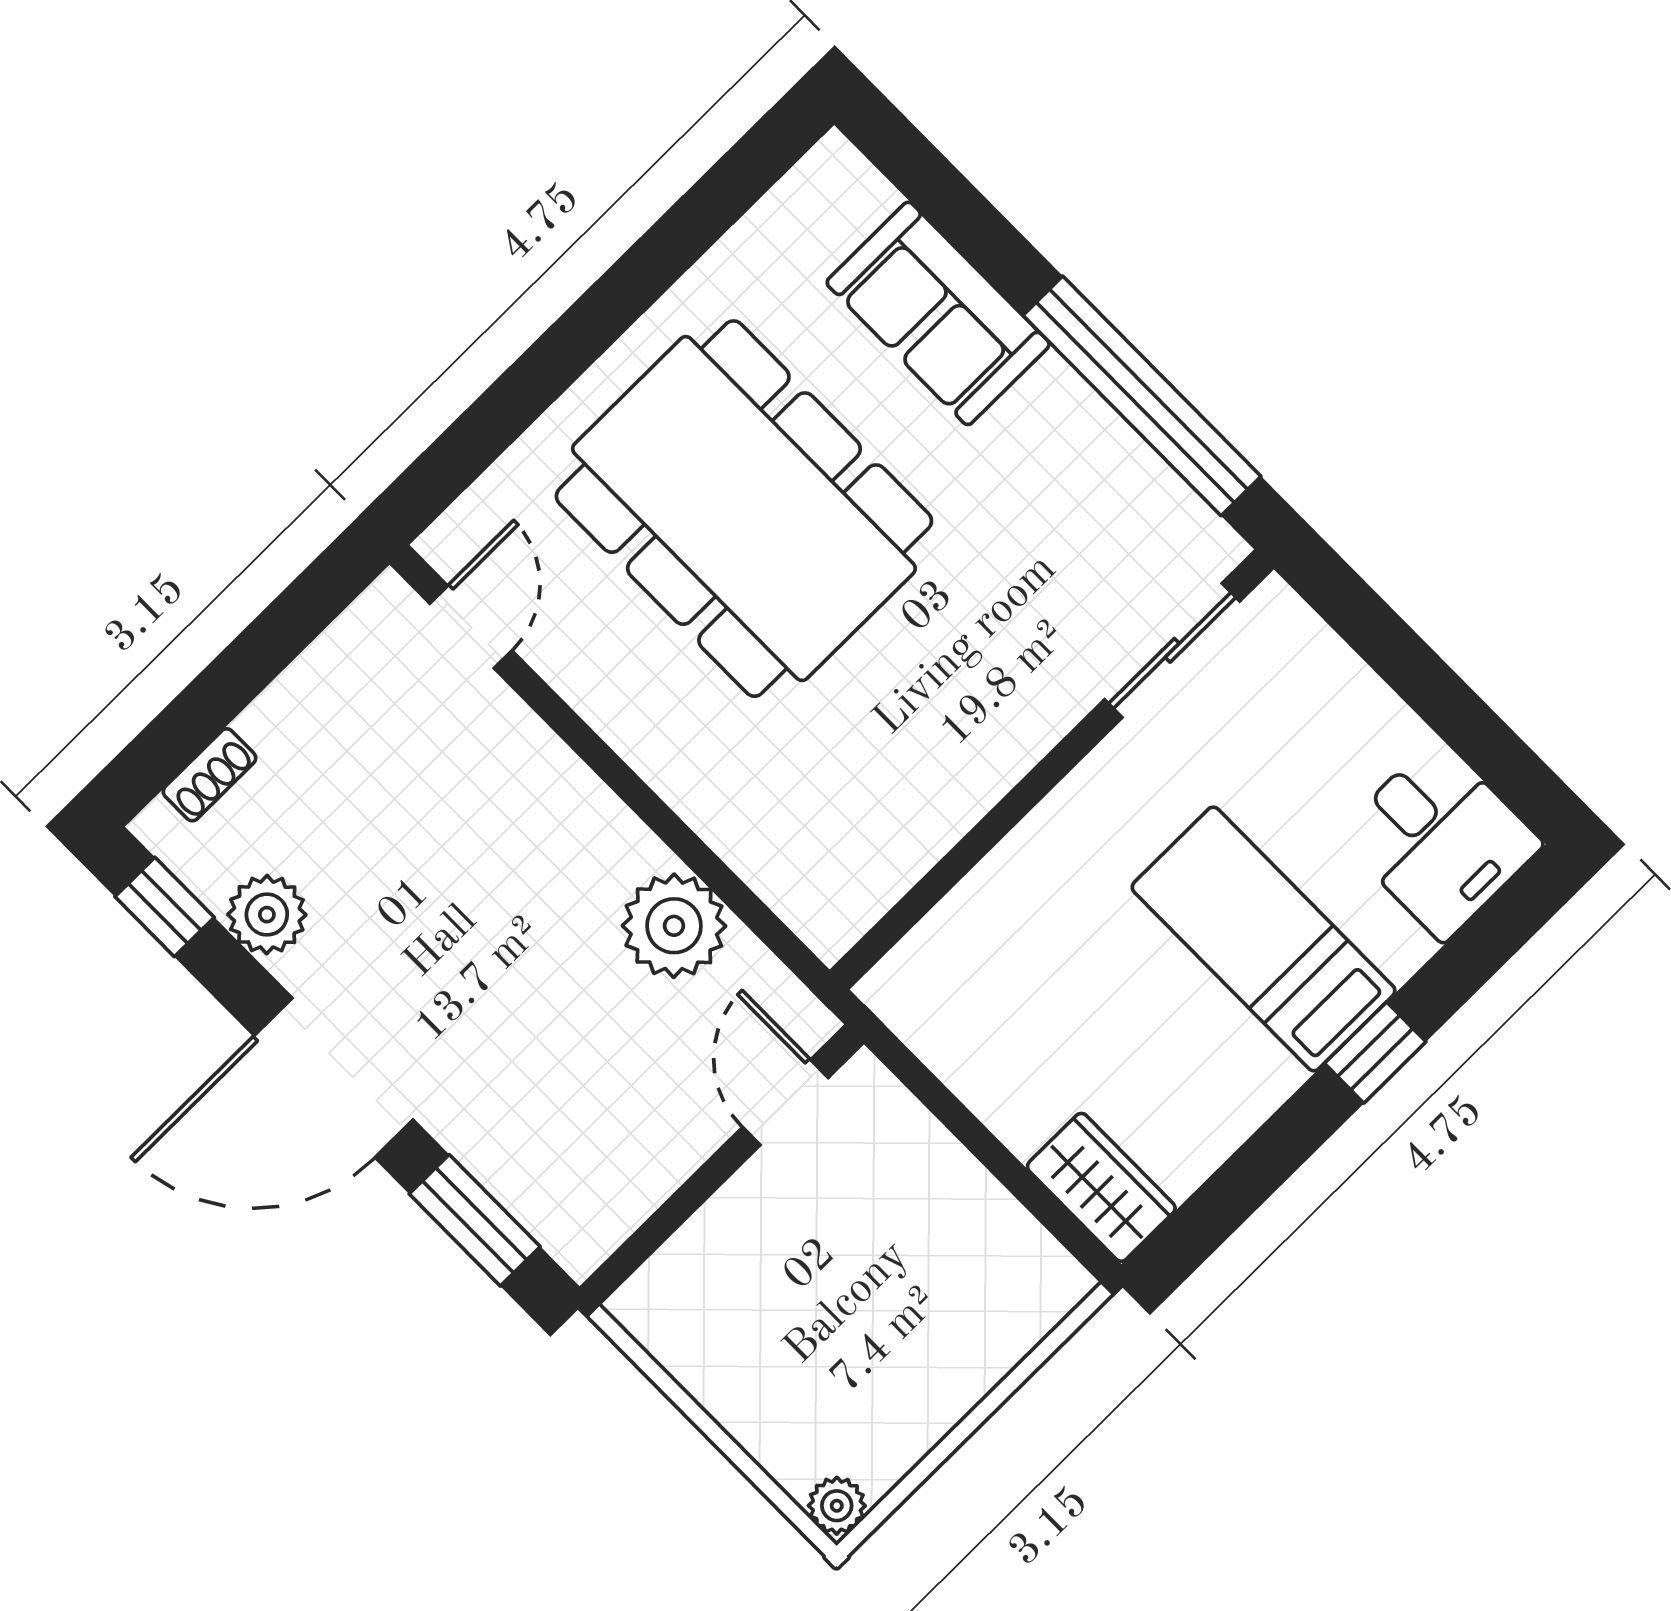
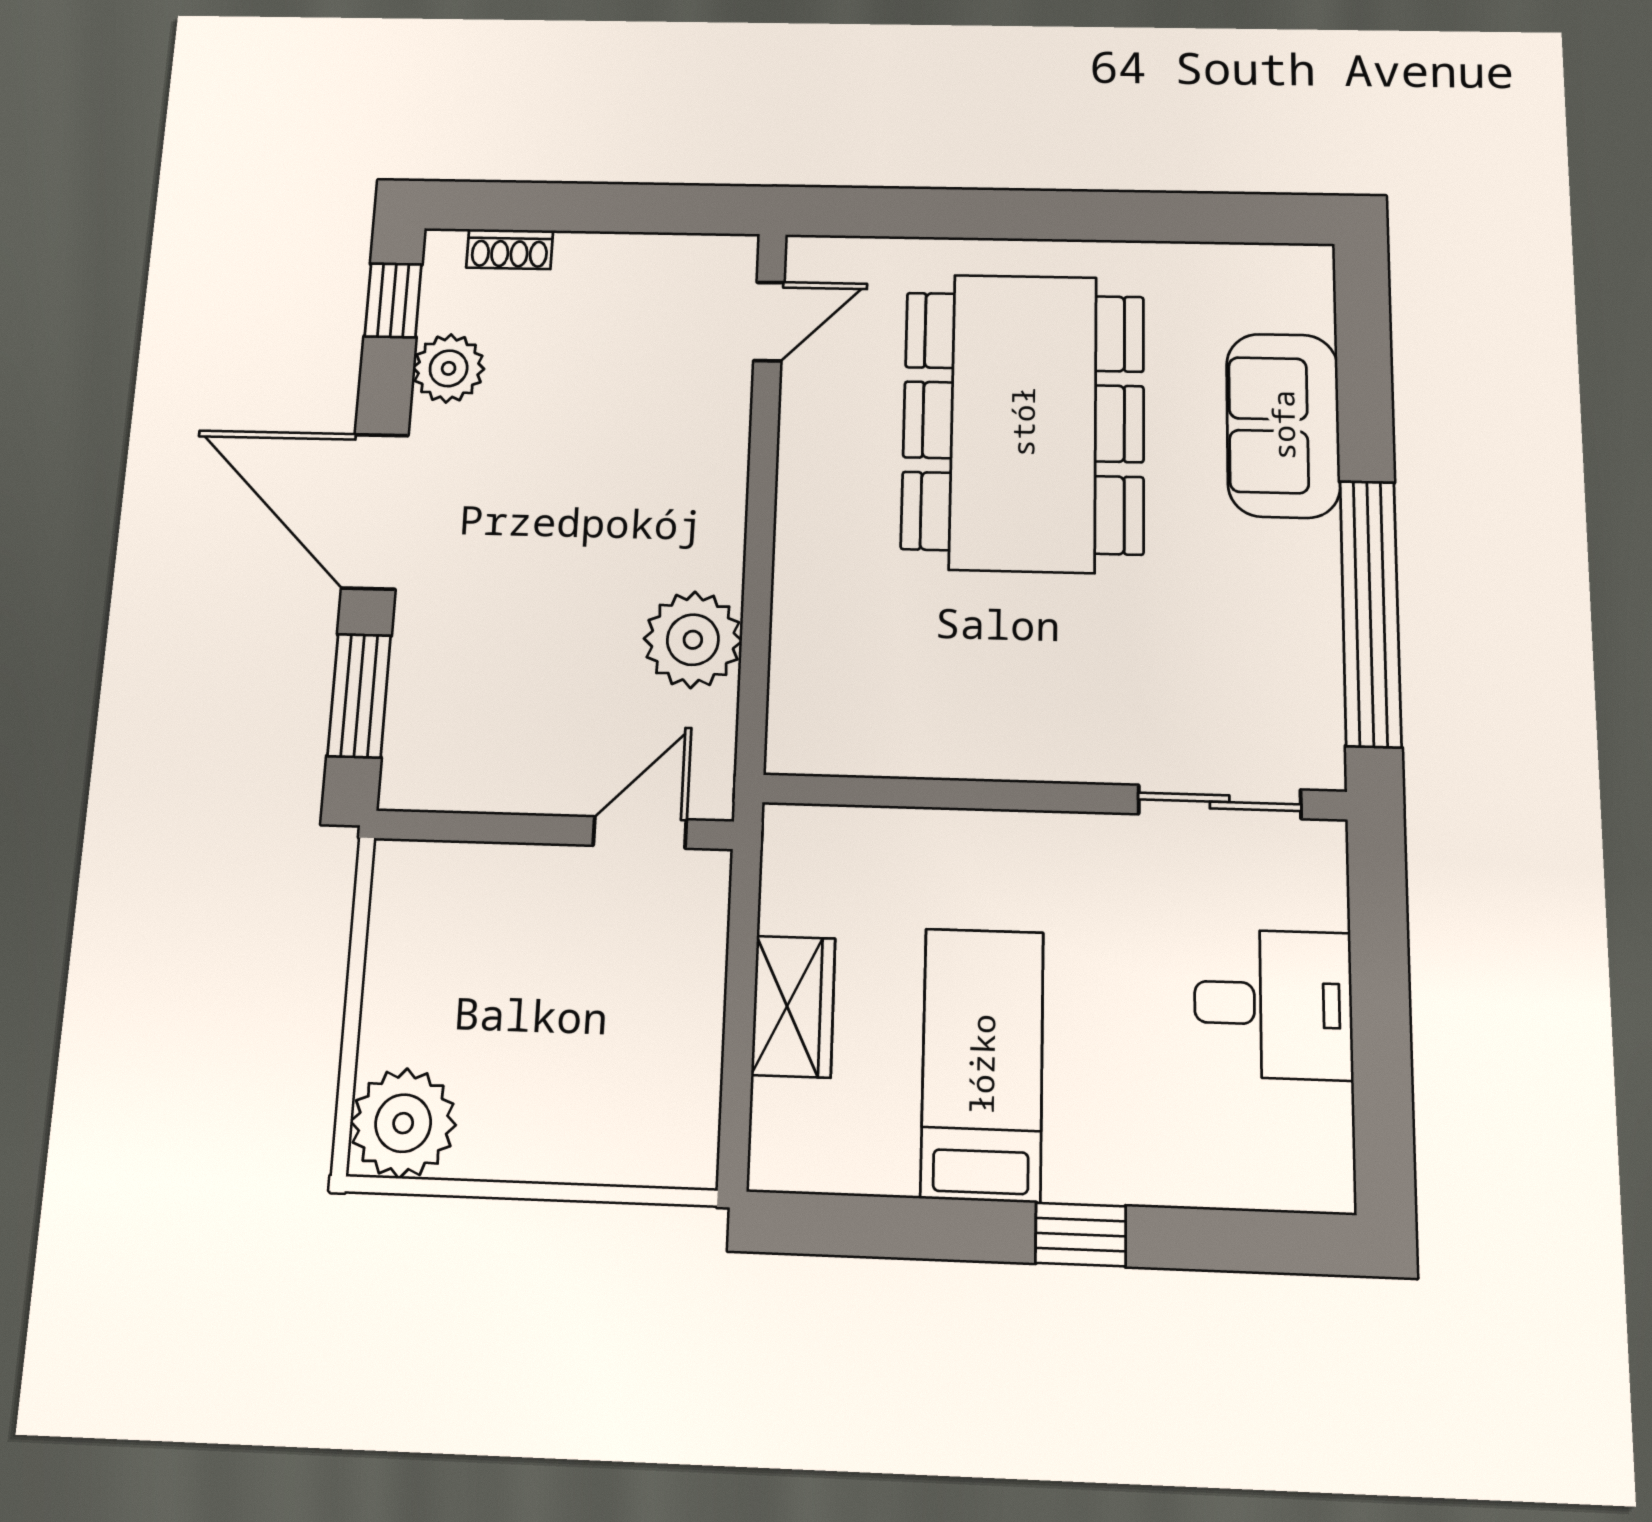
desk: (1440, 840) -> (1273, 1004), moved, turned -90
bed: (1264, 939) -> (982, 1064), moved
wardrobe: (1101, 1187) -> (793, 1006), moved
plant: (837, 1506) -> (403, 1123), width x1.87, depth x1.87

